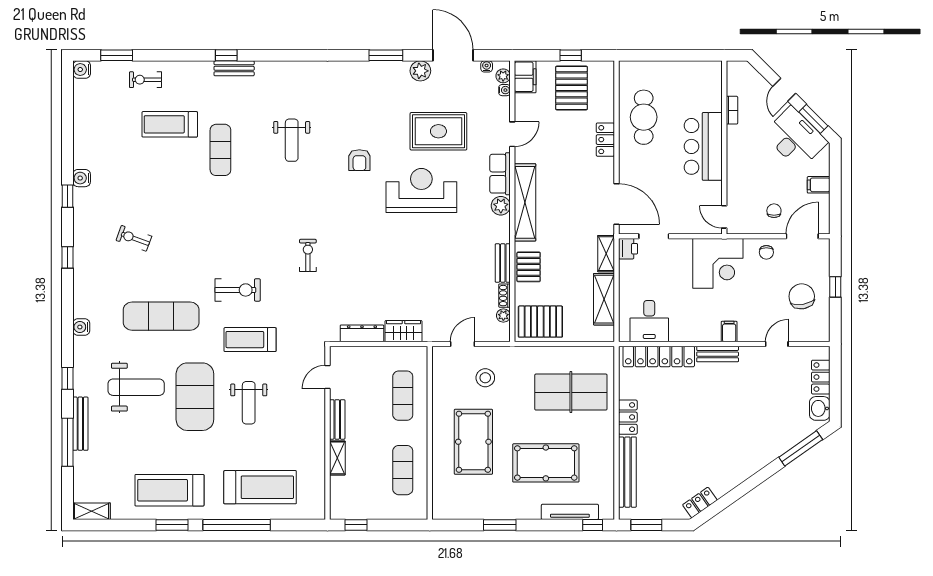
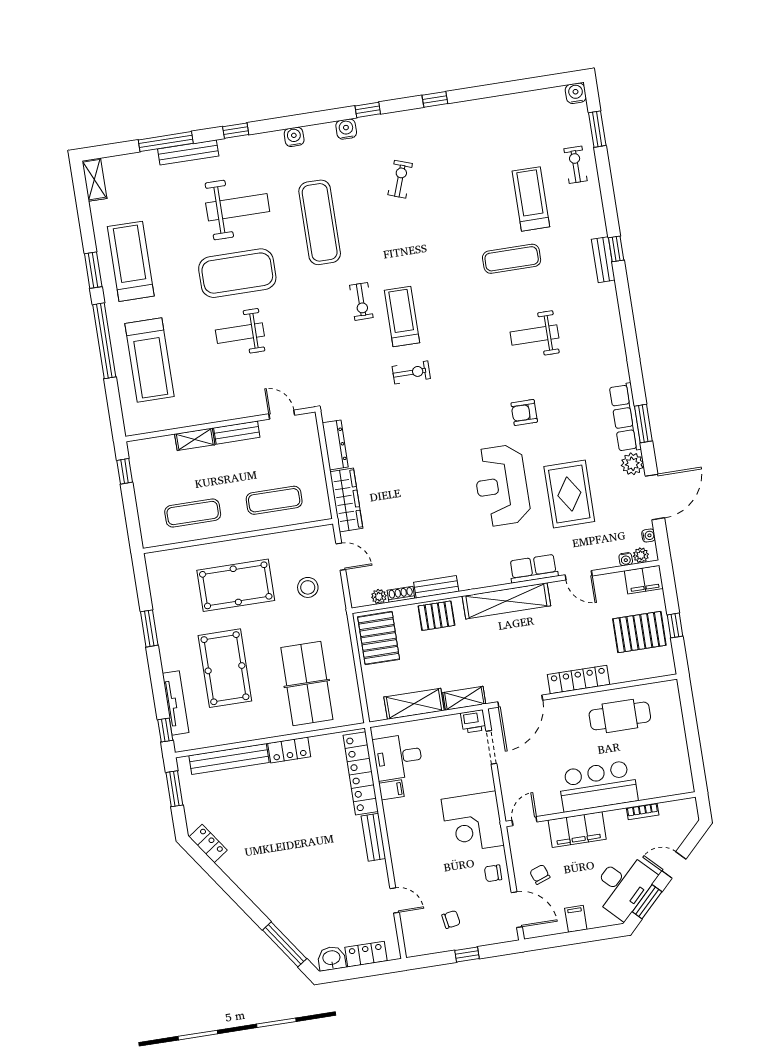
row of seats: (378, 71) -> (625, 418), added
locker: (605, 140) -> (579, 680), width x1.53
filing cabinet: (739, 171) -> (577, 830), added
water cooler: (82, 178) -> (346, 129), moved
reception desk: (421, 190) -> (502, 485), turned 180
plant: (501, 206) -> (498, 575), removed
chair: (774, 211) -> (540, 874), turned -110
exercise bike: (238, 290) -> (361, 301), width x0.73, depth x0.72
chair: (802, 296) -> (451, 919), width x0.54, depth x0.54
wardrobe: (403, 331) -> (346, 500), width x1.50
filing cabinet: (729, 331) -> (391, 790), moved
treadmill: (250, 340) -> (402, 317), moved
weight bench: (136, 387) -> (238, 207), turned -90

